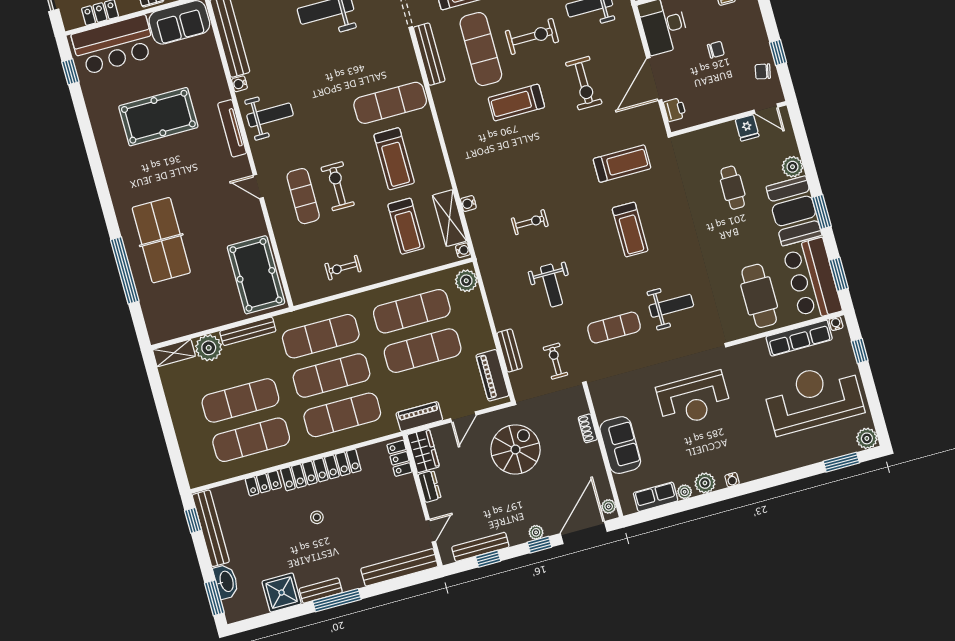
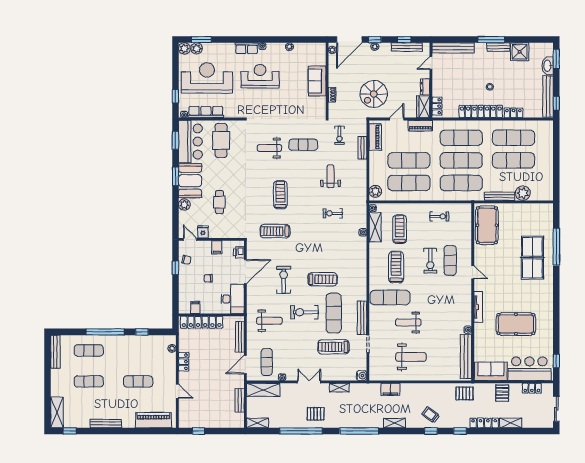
filing cabinet: (716, 108) -> (217, 247), added
weight bench: (270, 115) -> (408, 322), moved
shelving: (174, 353) -> (542, 196), removed
reception desk: (813, 398) -> (207, 78), turned 180
reception desk: (694, 399) -> (260, 76), moved
plant: (705, 483) -> (197, 48), moved
row of seats: (656, 497) -> (247, 48), moved

